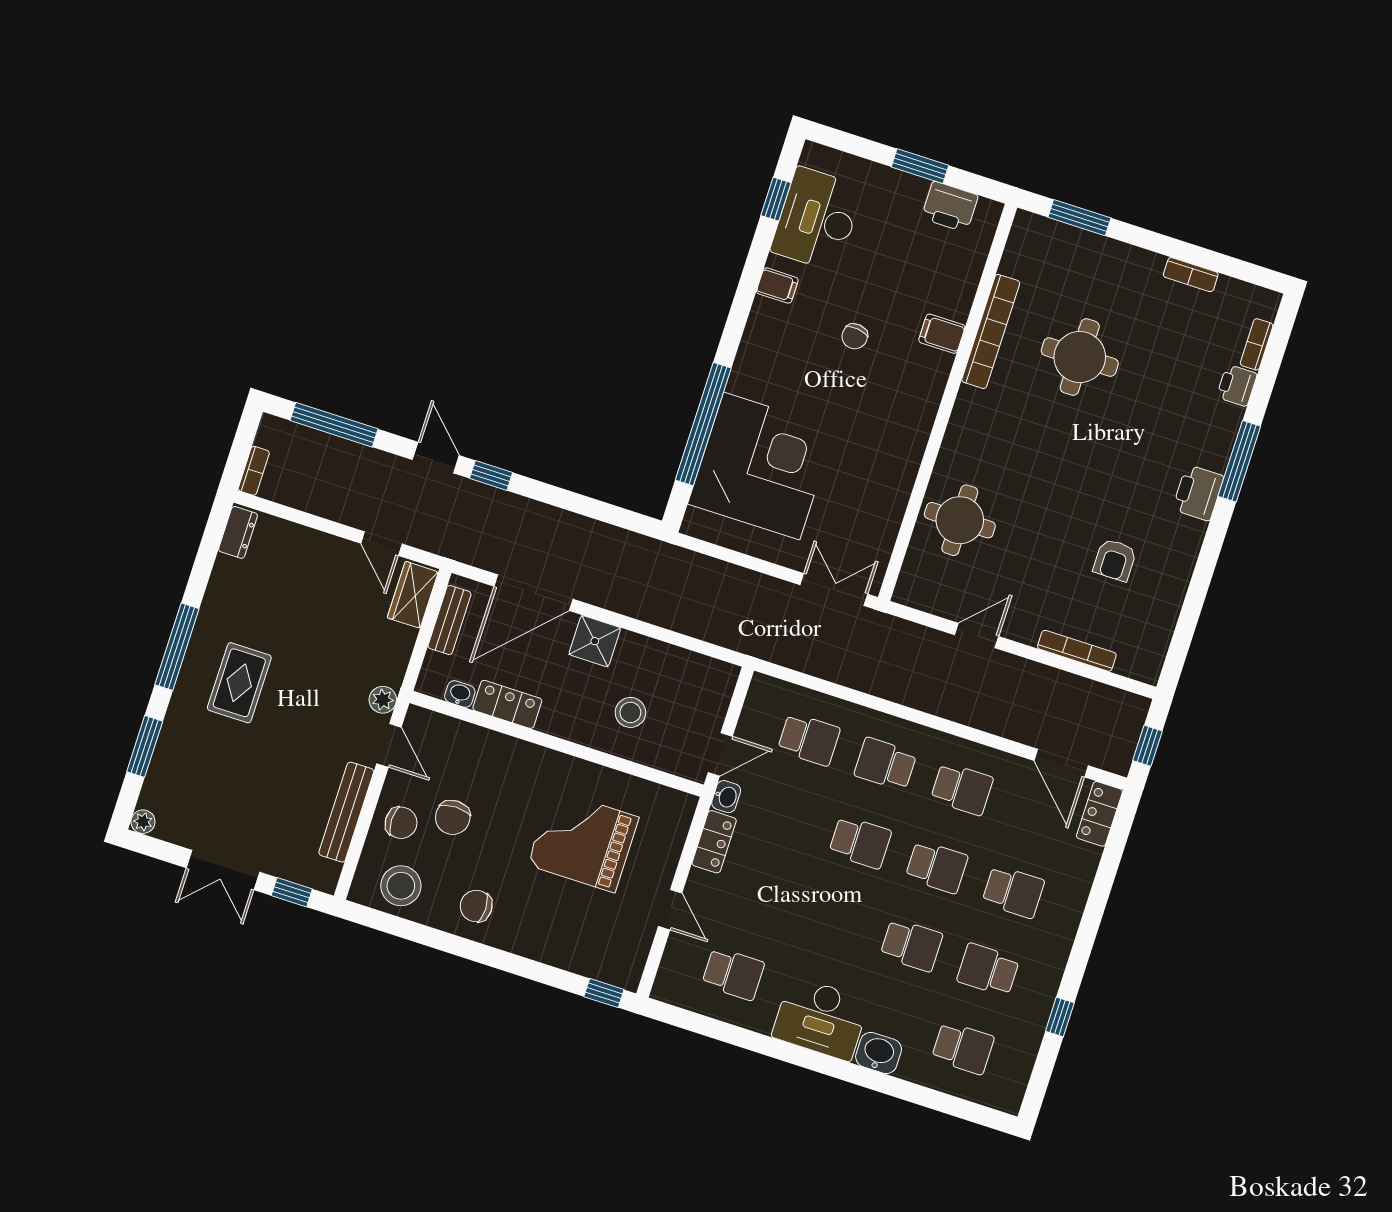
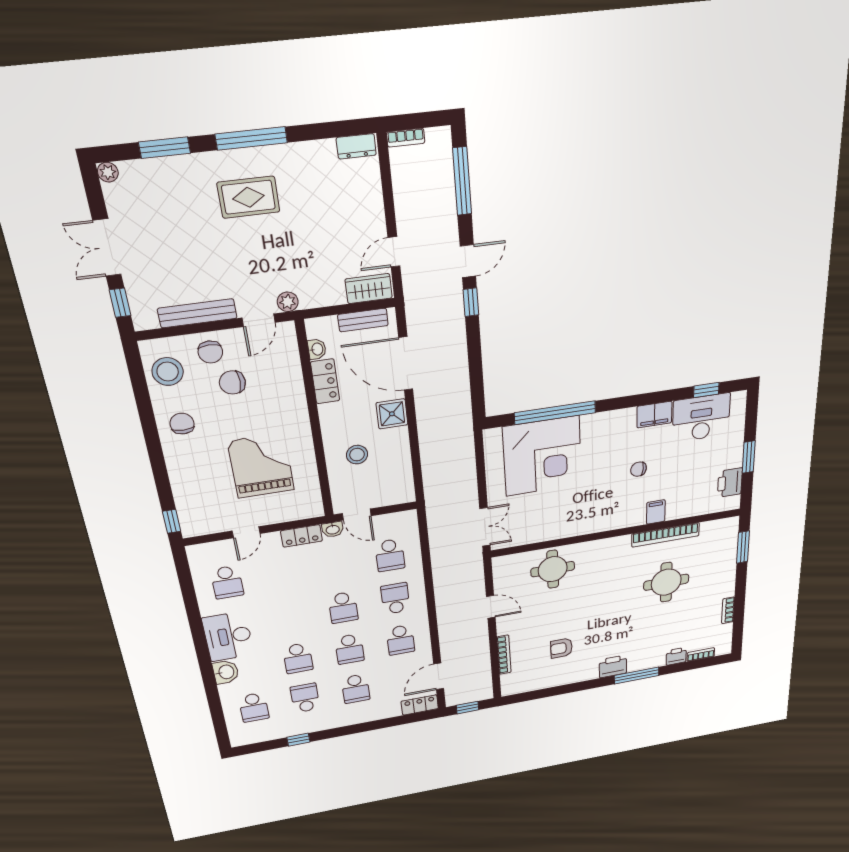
filing cabinet: (777, 286) -> (654, 415), width x2.00

